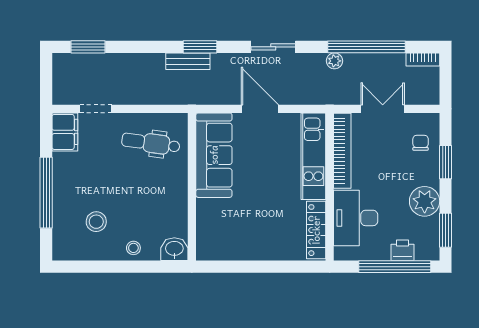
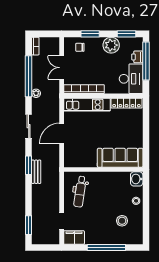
sofa: (214, 155) -> (120, 158), moved
desk: (356, 218) -> (131, 79), moved, turned -90

